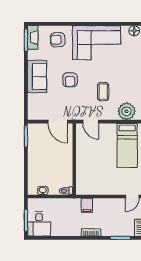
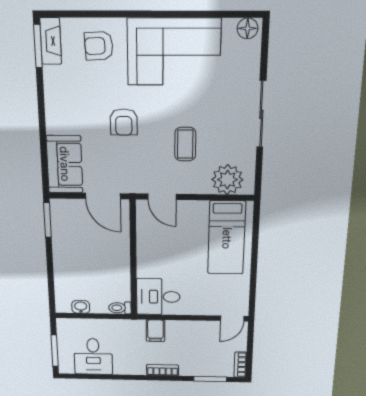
sofa: (37, 76) -> (65, 164), moved
desk: (89, 183) -> (158, 297), added
desk: (39, 224) -> (93, 356), moved

